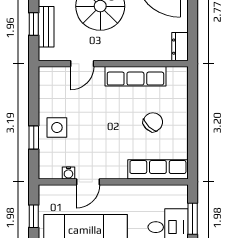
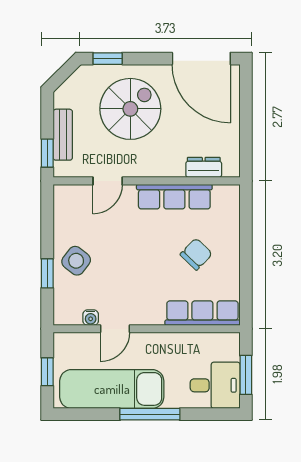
window: (34, 24) -> (47, 153), moved
dresser: (180, 47) -> (204, 167), moved, turned 90
side table: (57, 127) -> (76, 261), turned 38

